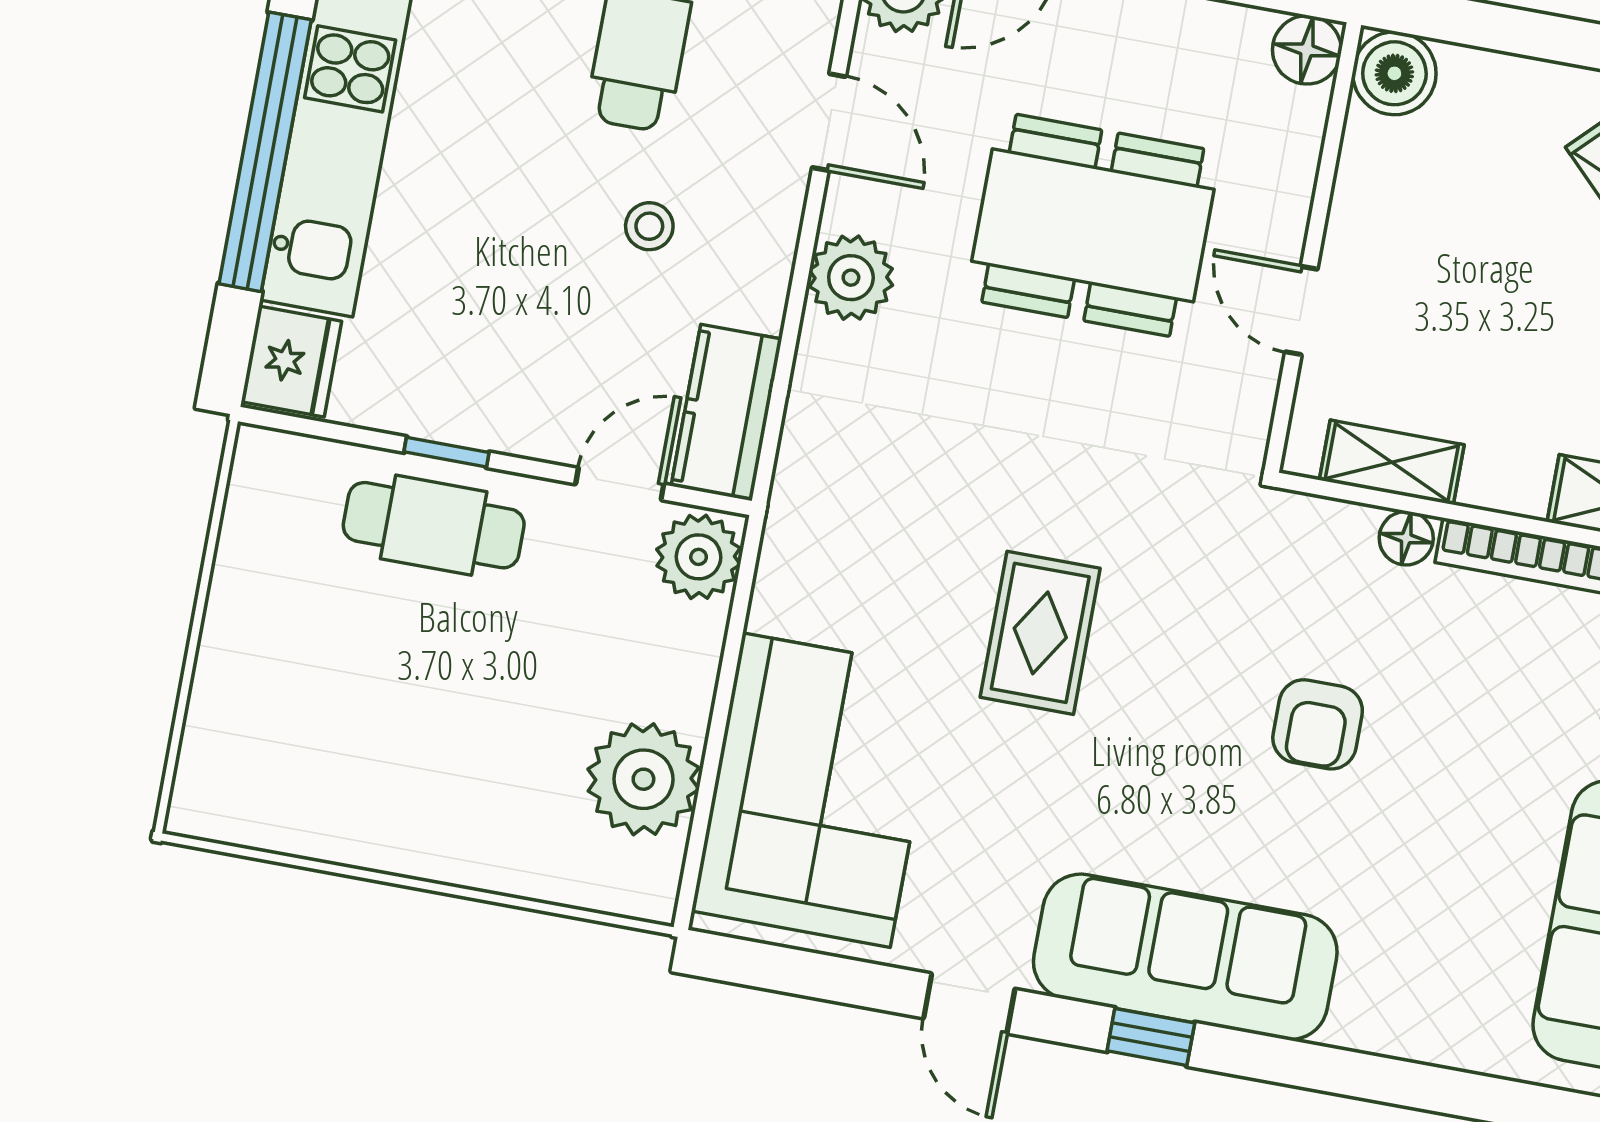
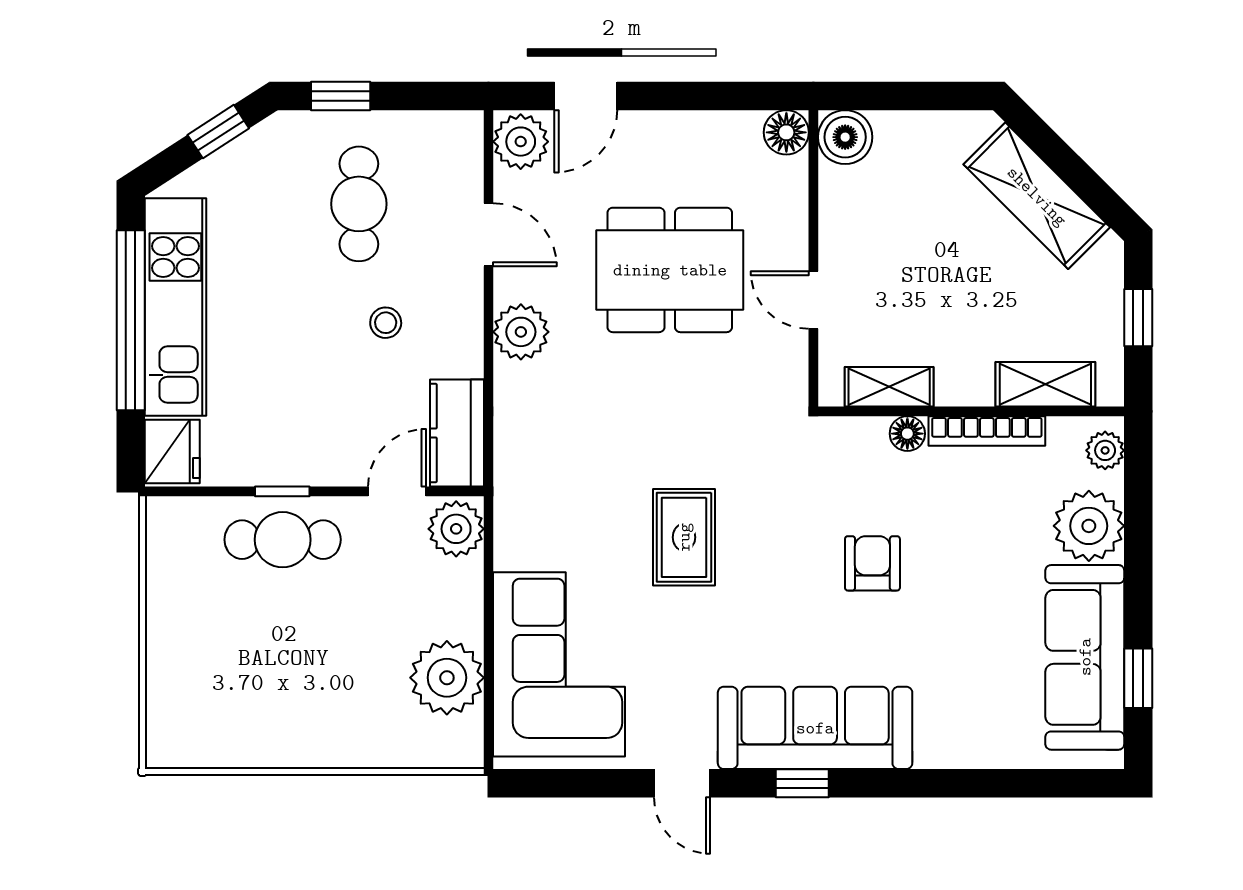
armchair: (1318, 724) -> (872, 563), turned 180

